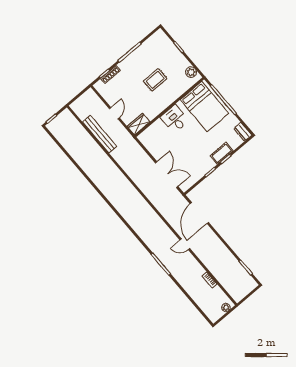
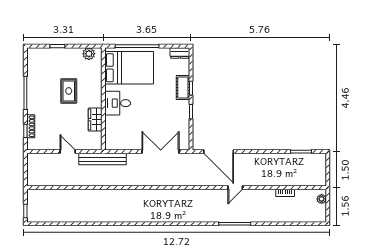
wardrobe: (139, 124) -> (95, 120), moved
bench: (100, 134) -> (103, 159), moved

